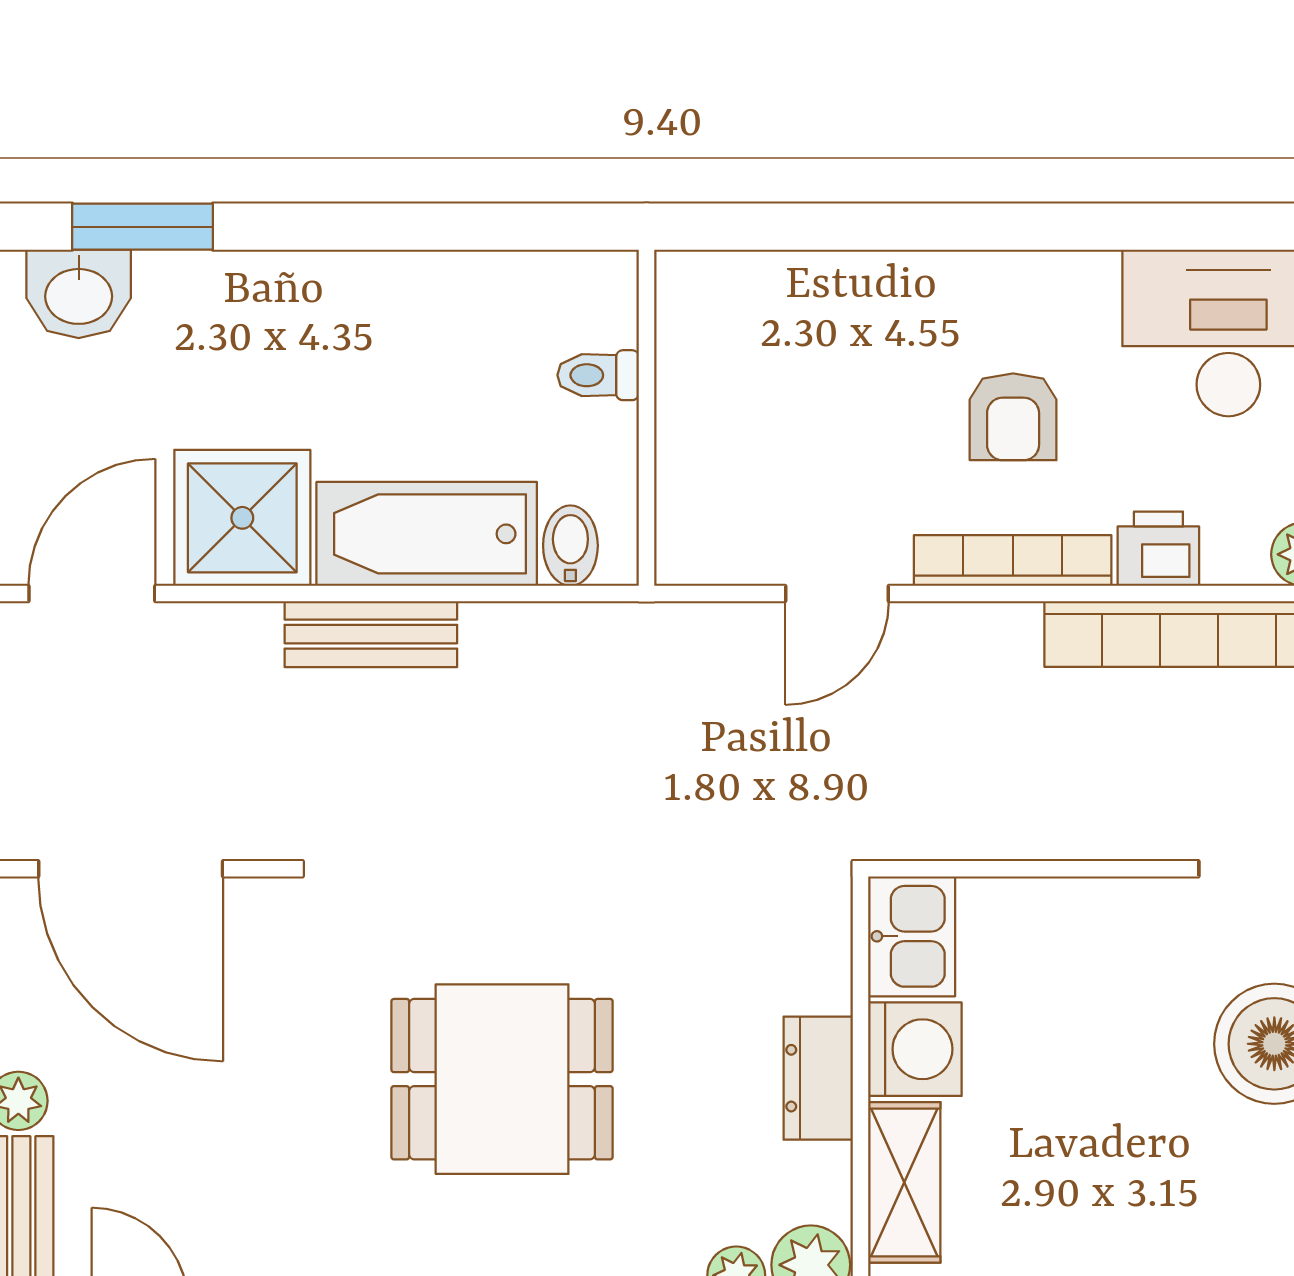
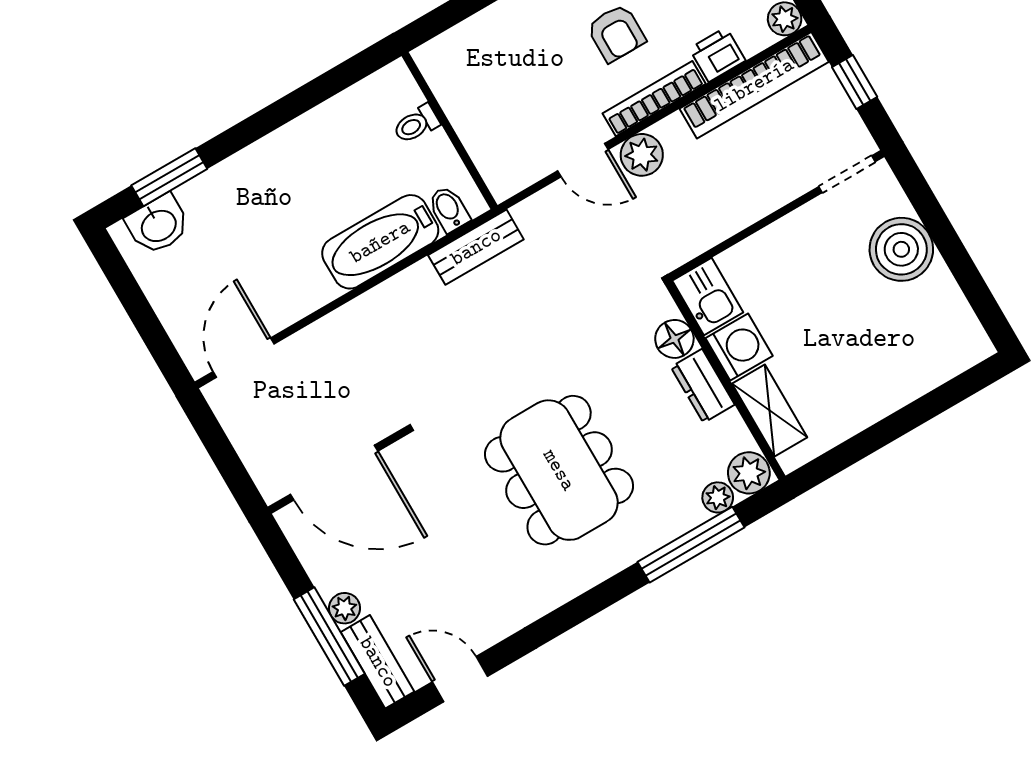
shower: (242, 518) -> (292, 283), removed
door: (837, 594) -> (583, 160), hinge flipped
bench: (371, 634) -> (476, 247), moved
plant: (939, 641) -> (642, 155), added
floor lamp: (817, 974) -> (674, 339), added
dining table: (502, 1079) -> (559, 470), width x1.37

